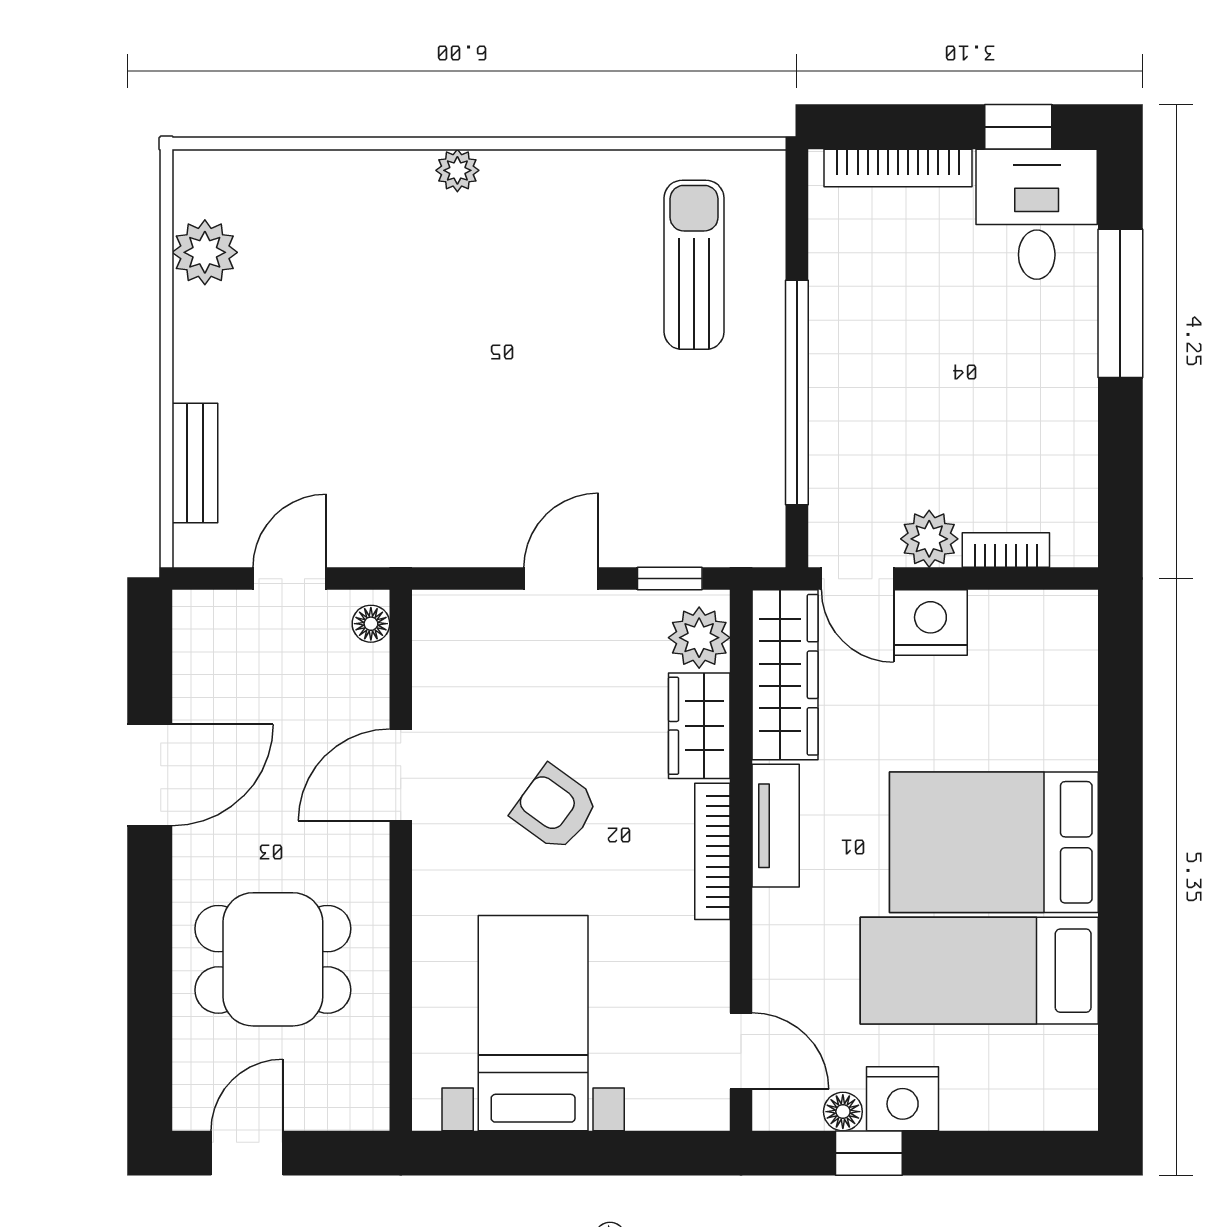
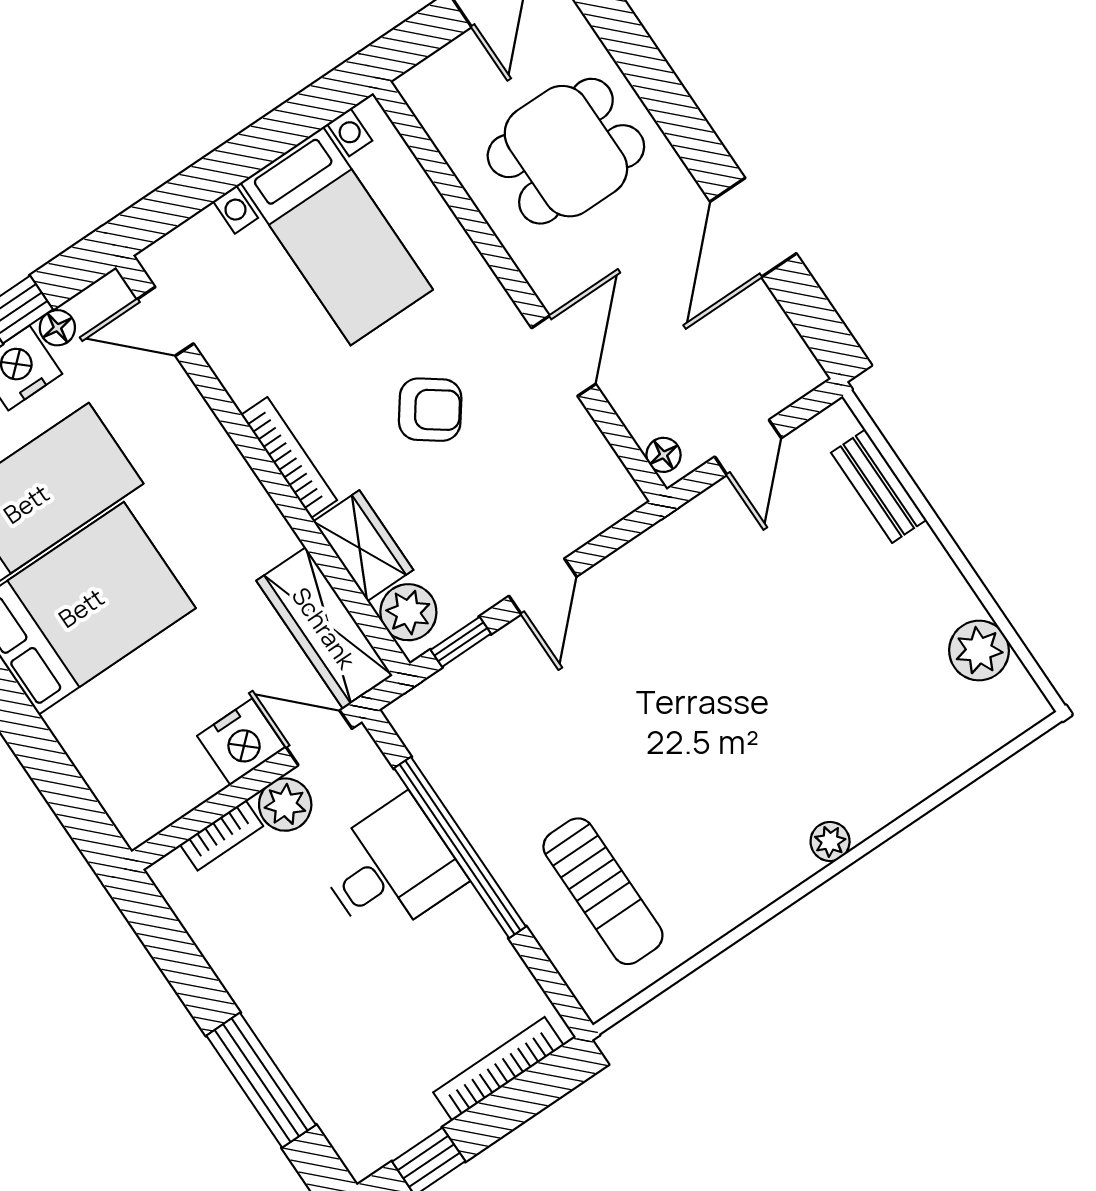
desk: (1037, 214) -> (390, 869), moved, turned -90
tv unit: (776, 826) -> (254, 509), removed

